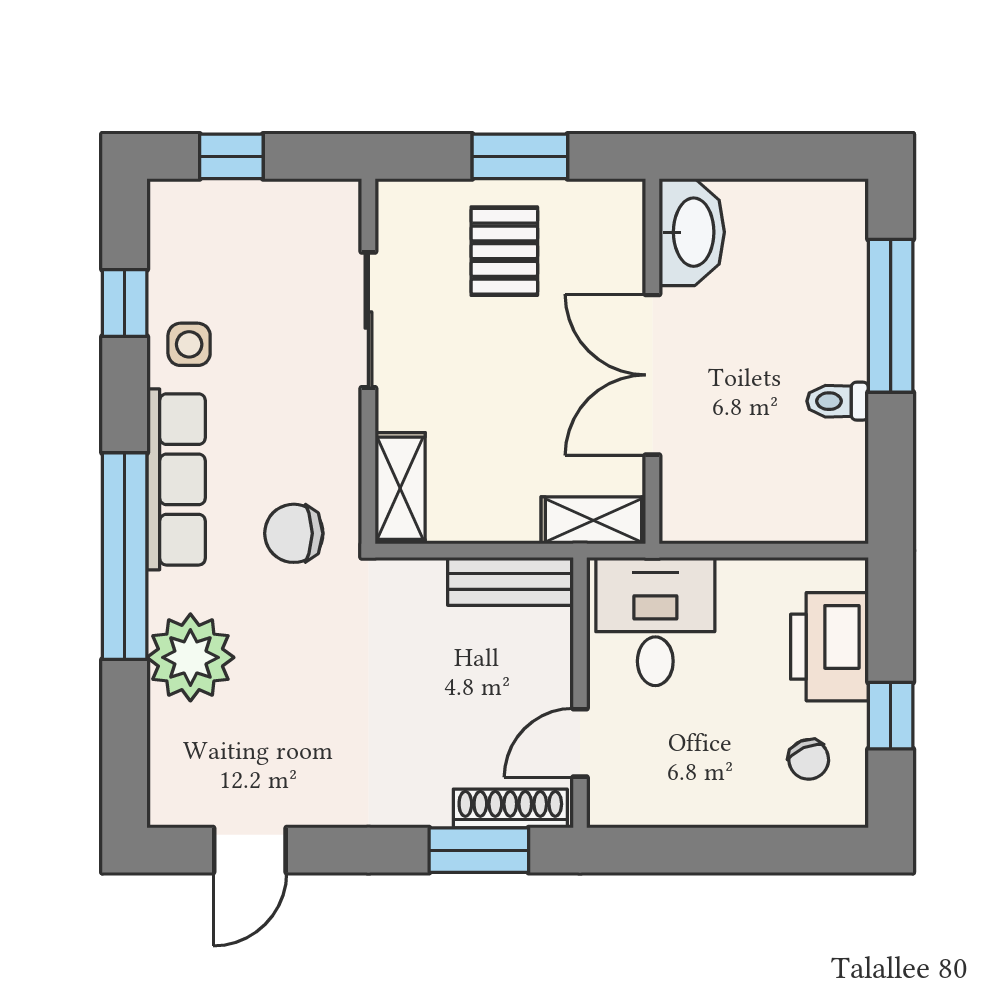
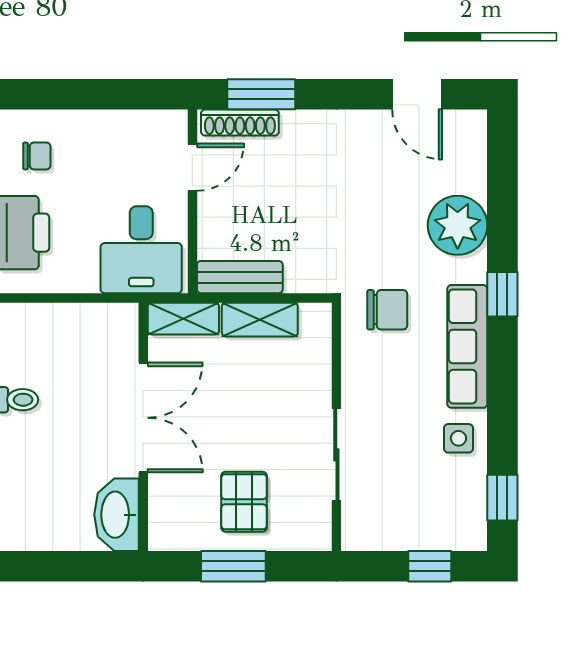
window: (125, 303) -> (502, 498), moved
shelving: (400, 488) -> (260, 320), moved, turned 90
window: (125, 556) -> (502, 294), width x0.32
chair: (809, 759) -> (37, 156), turned 113
door: (250, 850) -> (417, 94), swing flipped

